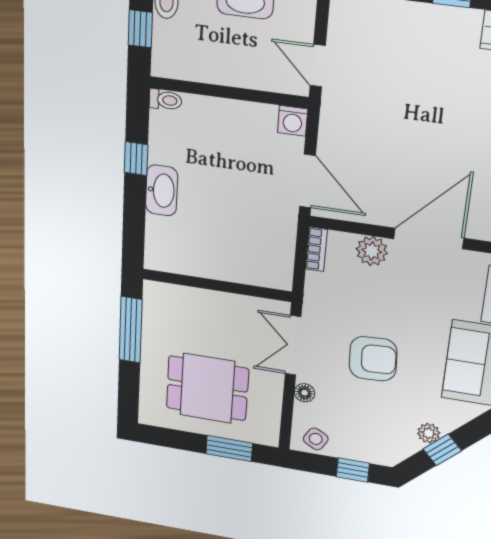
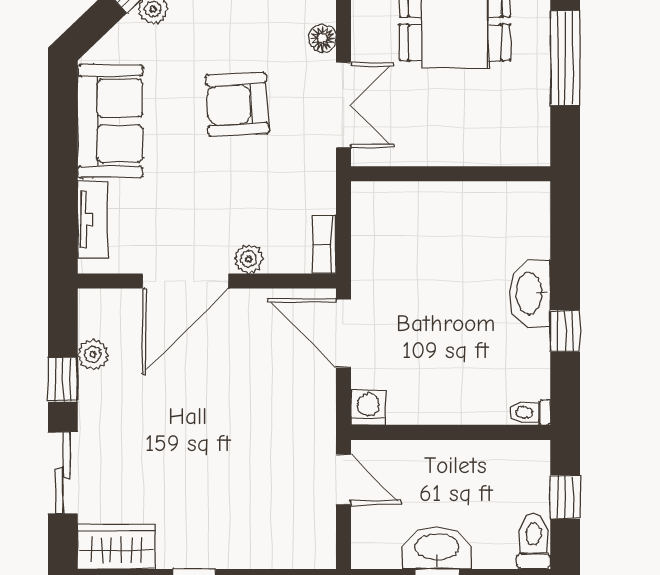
plant: (372, 251) -> (249, 259), width x0.73, depth x0.73
window: (131, 330) -> (565, 58), moved

